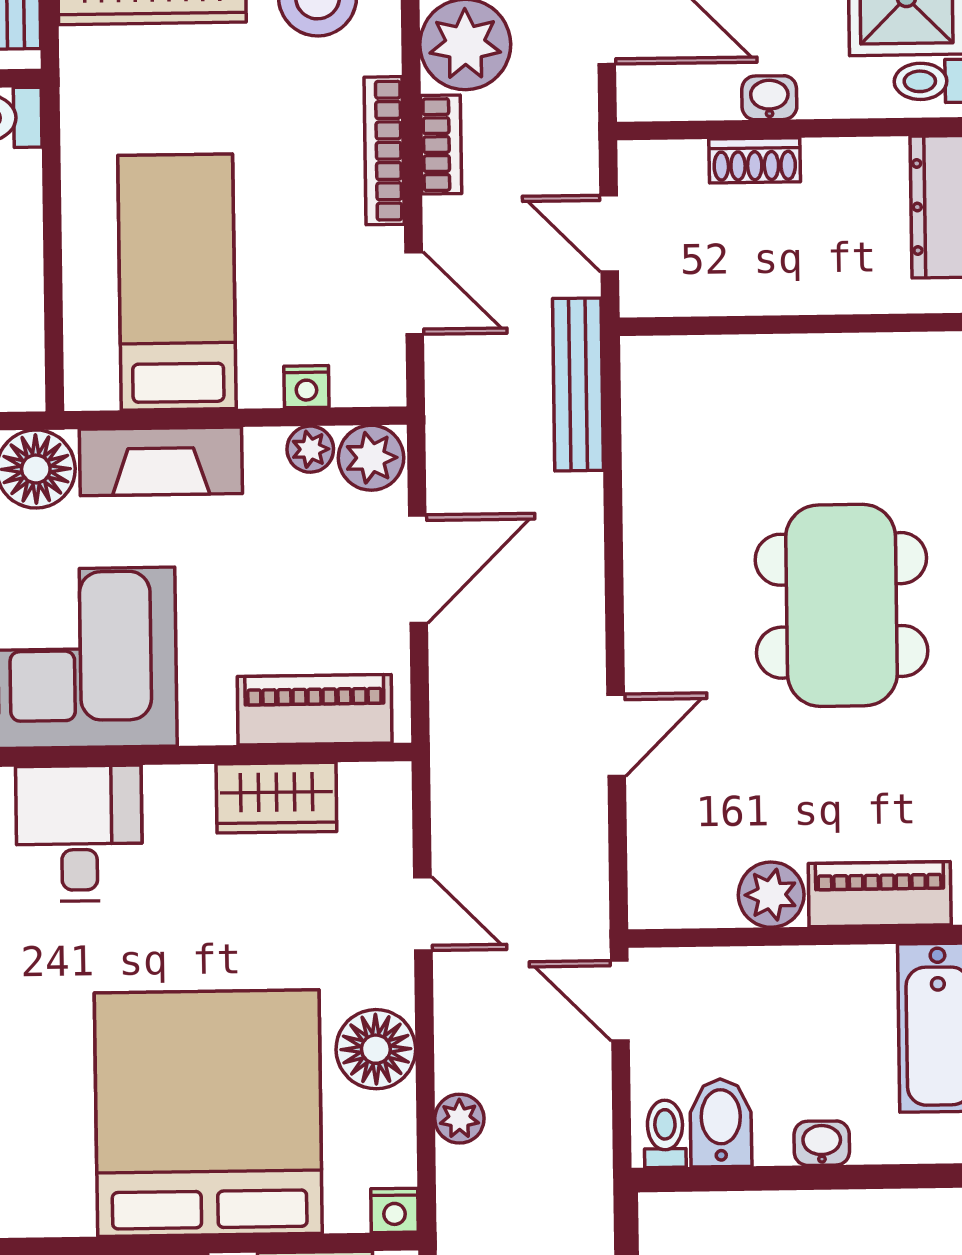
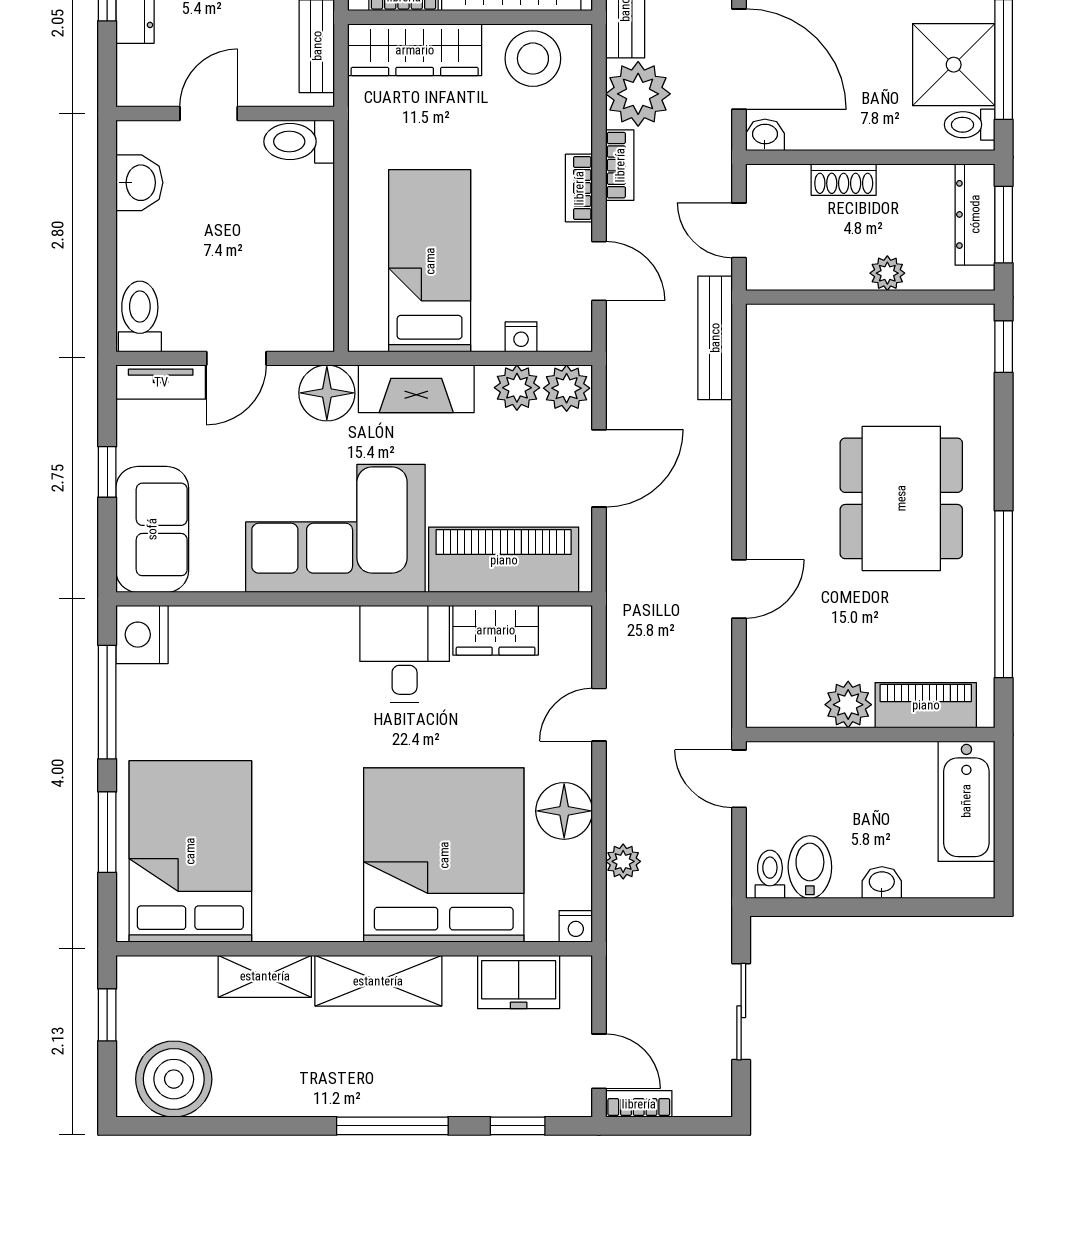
washbasin: (769, 98) -> (765, 135), moved
bookcase: (384, 151) -> (579, 188), width x0.64
plant: (818, 290) -> (887, 273), added
plant: (310, 449) -> (517, 388), width x1.38, depth x1.38
piano: (315, 710) -> (504, 560), width x1.37, depth x1.33
desk: (79, 833) -> (405, 654), moved
door: (423, 914) -> (599, 715), swing flipped

